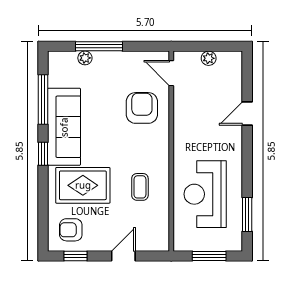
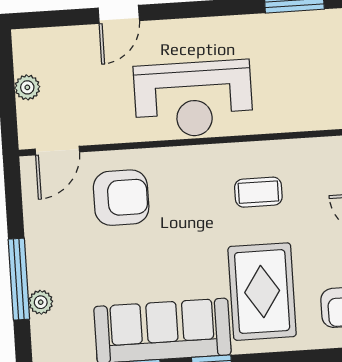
armchair: (142, 108) -> (121, 198), turned 180
door: (247, 113) -> (119, 14), hinge flipped
reception desk: (205, 194) -> (193, 99), moved

